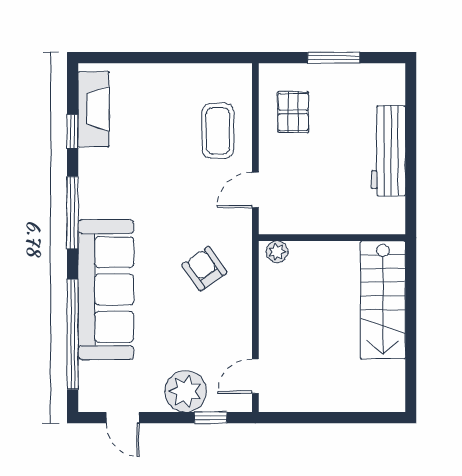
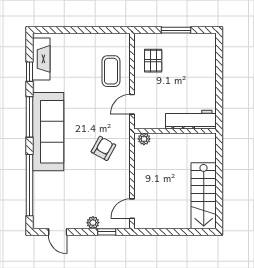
workbench: (388, 151) -> (191, 120), moved, turned 90
armchair: (204, 269) -> (103, 148), turned 64
sofa: (106, 290) -> (48, 132), moved
stairs: (383, 300) -> (204, 196), moved
plant: (186, 391) -> (93, 223), width x0.53, depth x0.53

